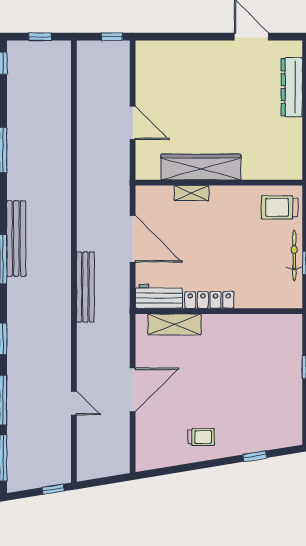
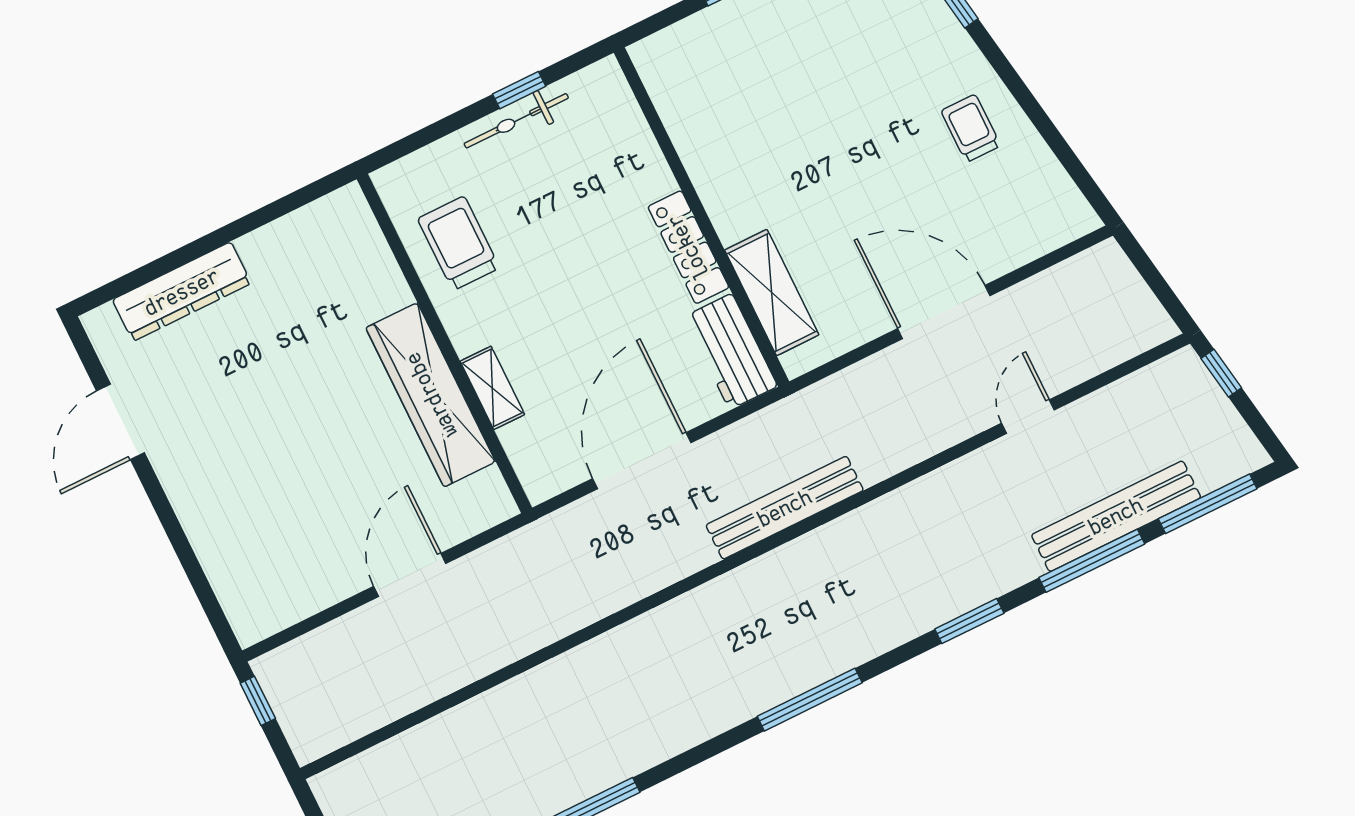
trolley: (280, 207) -> (459, 243), moved, turned 180
bench: (16, 239) -> (1116, 516), moved

